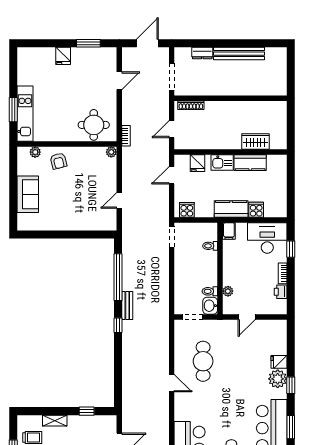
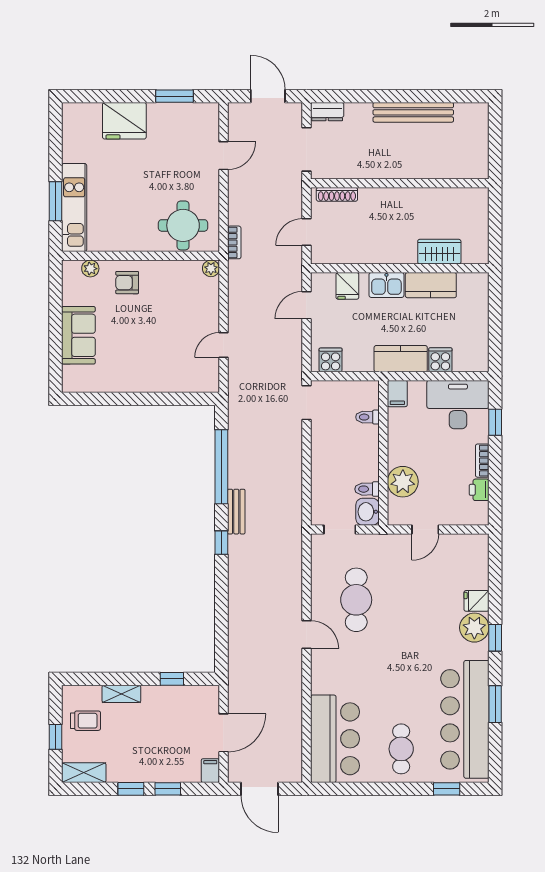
door: (147, 43) -> (268, 96), hinge flipped
dresser: (202, 53) -> (327, 112), moved
fridge: (63, 56) -> (124, 121), width x1.88, depth x1.34
armchair: (58, 161) -> (127, 283), turned 104
plant: (228, 291) -> (403, 482), width x1.88, depth x1.88

